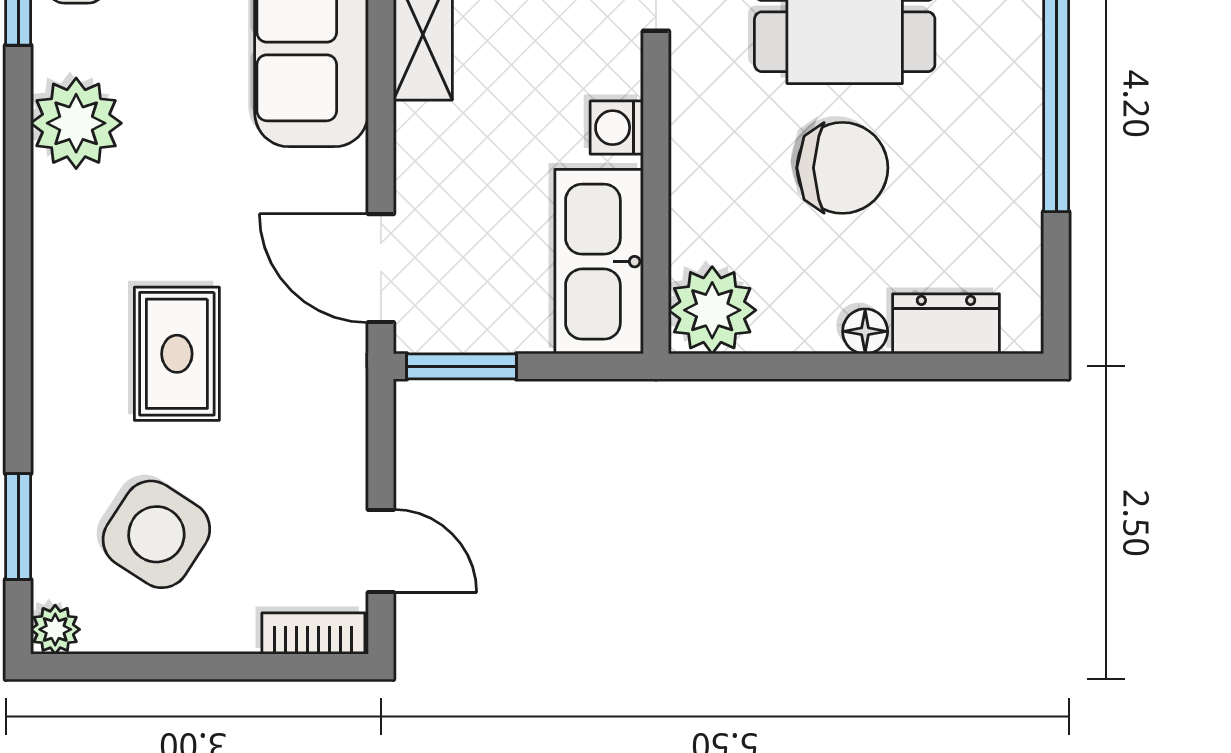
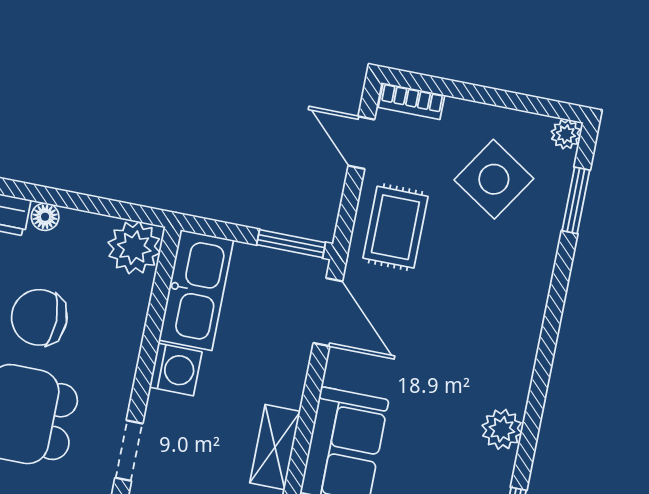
plant: (76, 123) -> (502, 429), width x0.73, depth x0.73
washing machine: (617, 128) -> (176, 370), width x1.38, depth x1.38
rug: (177, 354) -> (395, 227), moved

